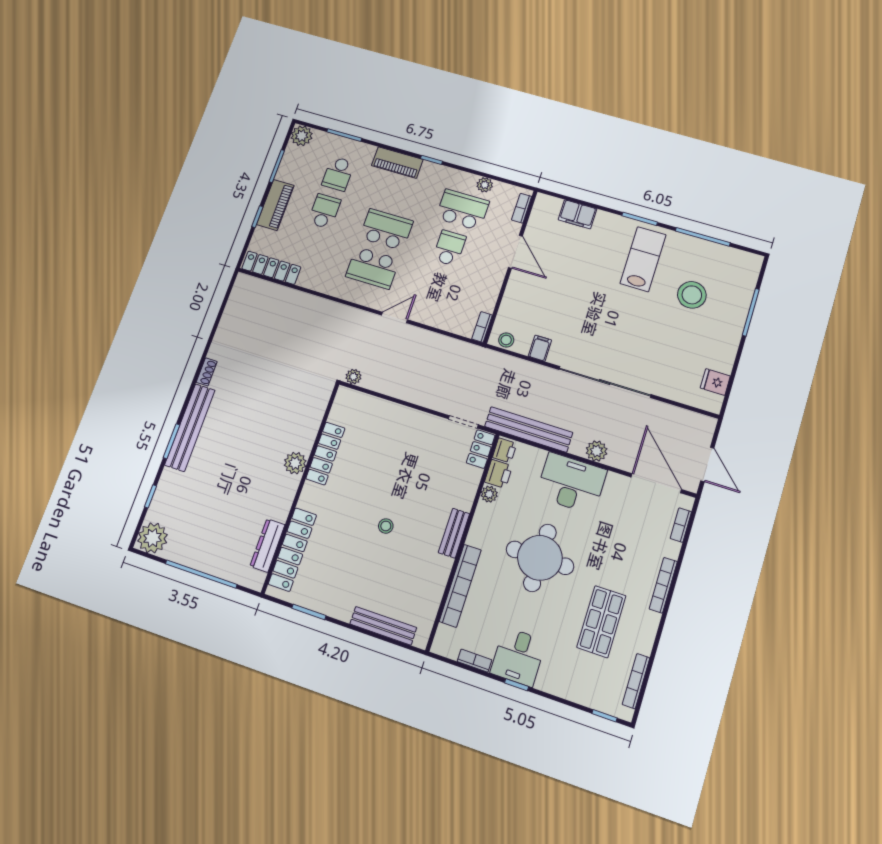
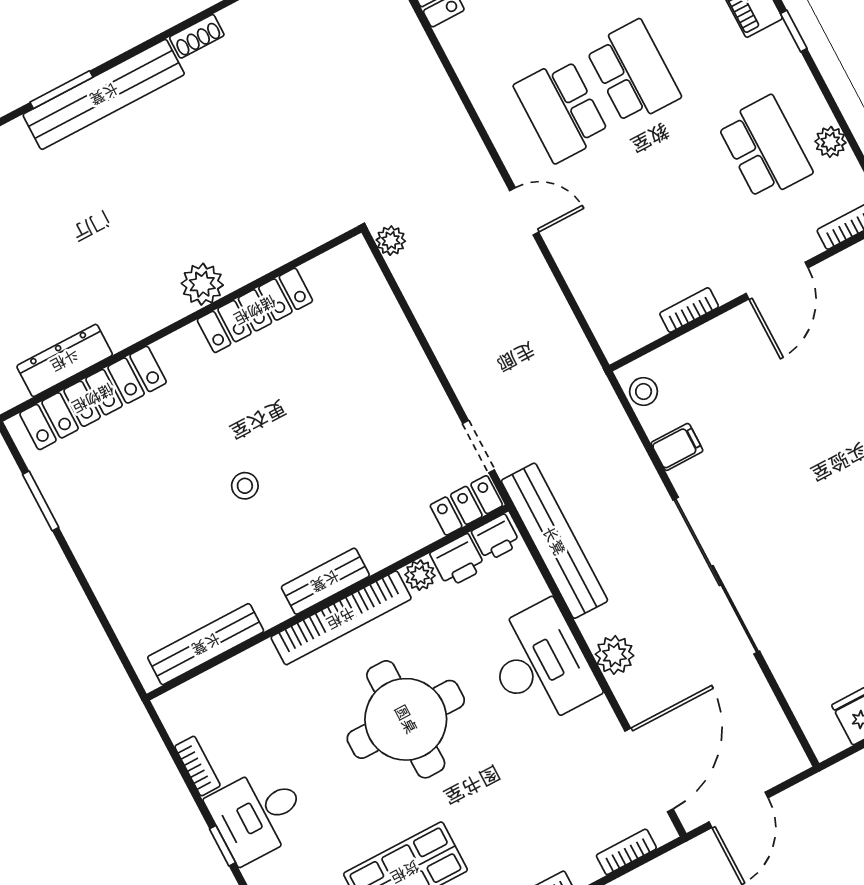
school desk: (449, 248) -> (693, 186), removed
bookcase: (482, 327) -> (689, 310), moved
bookcase: (460, 586) -> (341, 618), moved
bench: (383, 626) -> (206, 644), moved, turned 90

